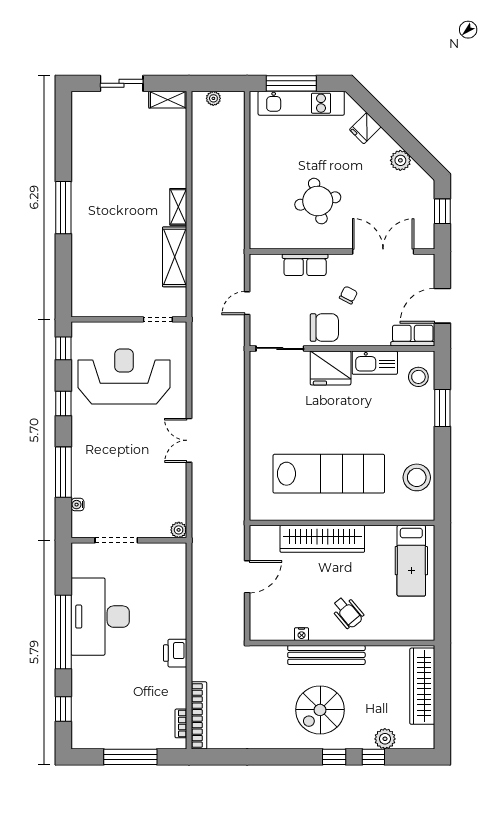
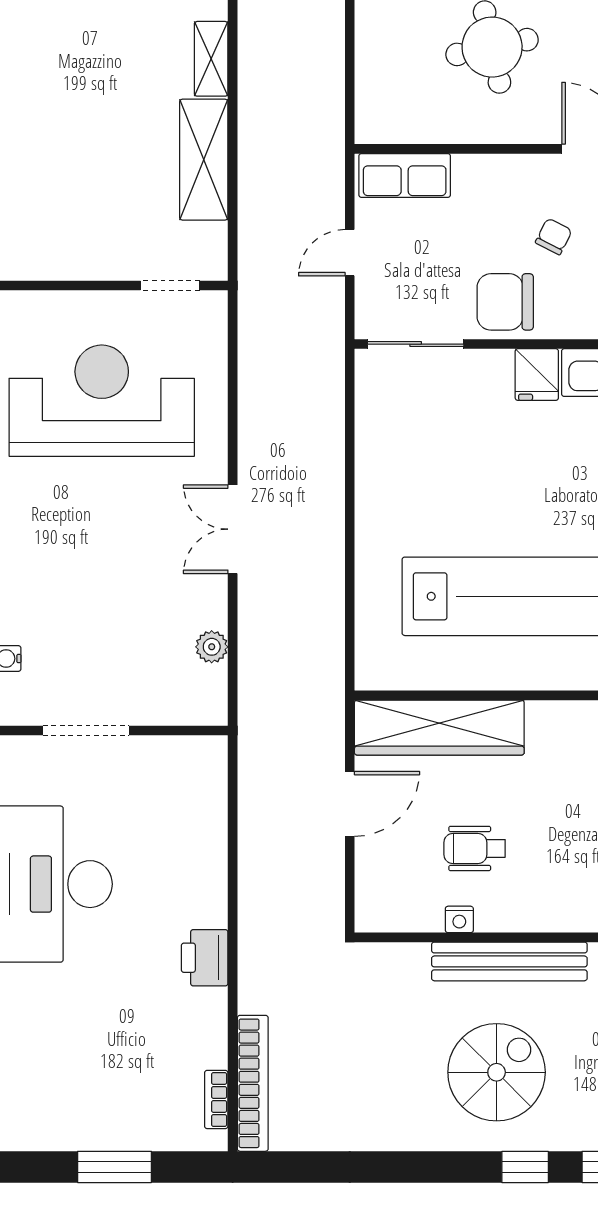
row of seats: (305, 265) -> (405, 175), moved
chair: (324, 328) -> (505, 302), turned 180
fridge: (331, 368) -> (537, 375), width x0.53, depth x0.75
plant: (179, 530) -> (212, 647), moved
wardrobe: (322, 539) -> (439, 728), moved
wheelchair: (348, 612) -> (475, 848), moved, turned 130
spiral stairs: (320, 710) -> (497, 1072), turned 180
window: (130, 757) -> (114, 1167), width x0.69

